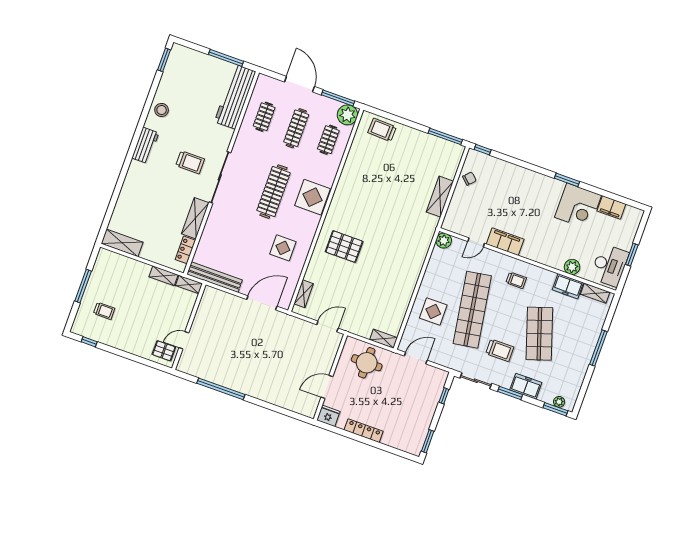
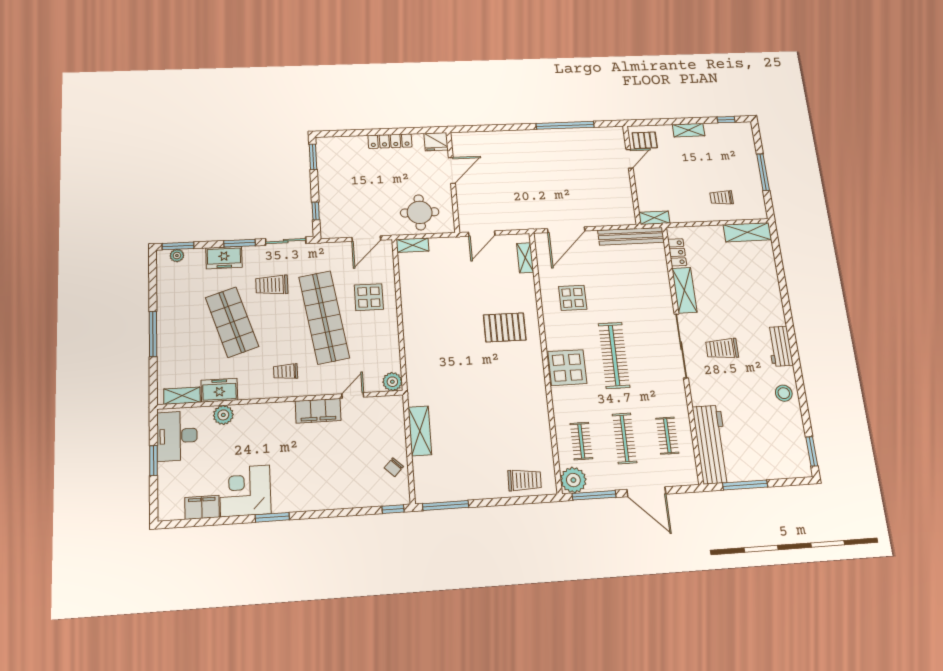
shelving: (164, 276) -> (688, 130), moved
trolley: (104, 311) -> (722, 198), moved

